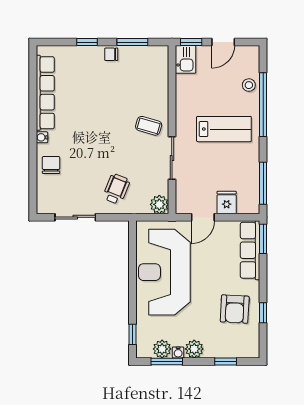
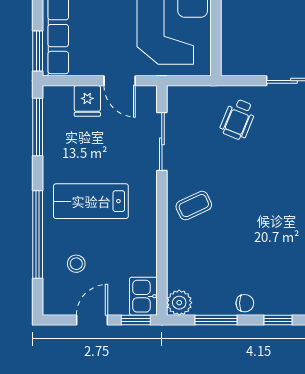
stool: (249, 85) -> (76, 264), moved
coffee table: (149, 126) -> (194, 206), turned -41
sliding door: (172, 158) -> (162, 141), moved
plant: (159, 204) -> (179, 303), moved
door: (203, 217) -> (120, 81), swing flipped

